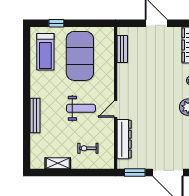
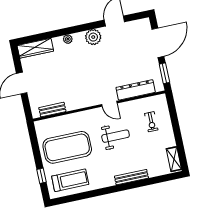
weight bench: (81, 108) -> (116, 136), turned 90
shelving: (58, 163) -> (174, 159), moved

